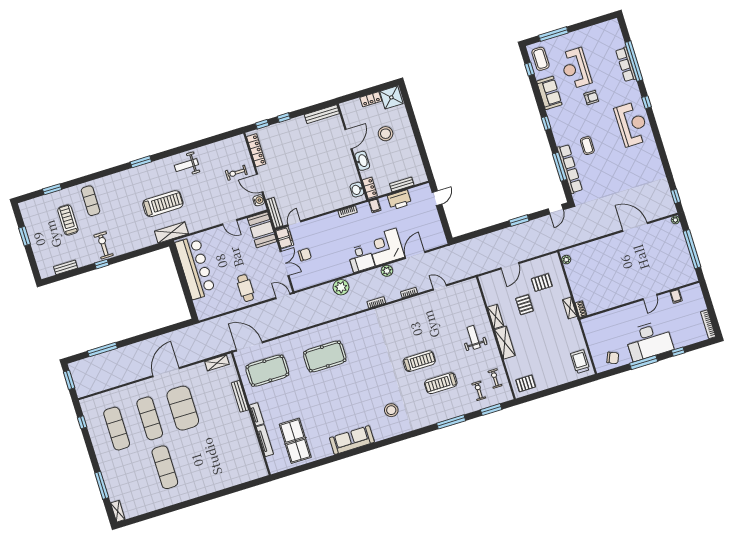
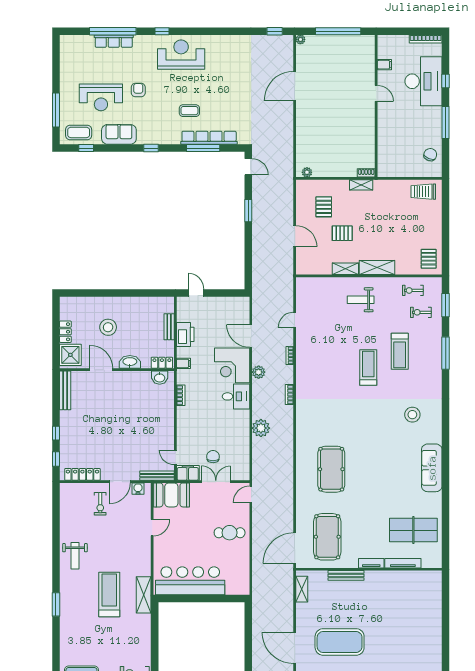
shower: (391, 97) -> (70, 355), moved
desk: (649, 341) -> (424, 81), moved

